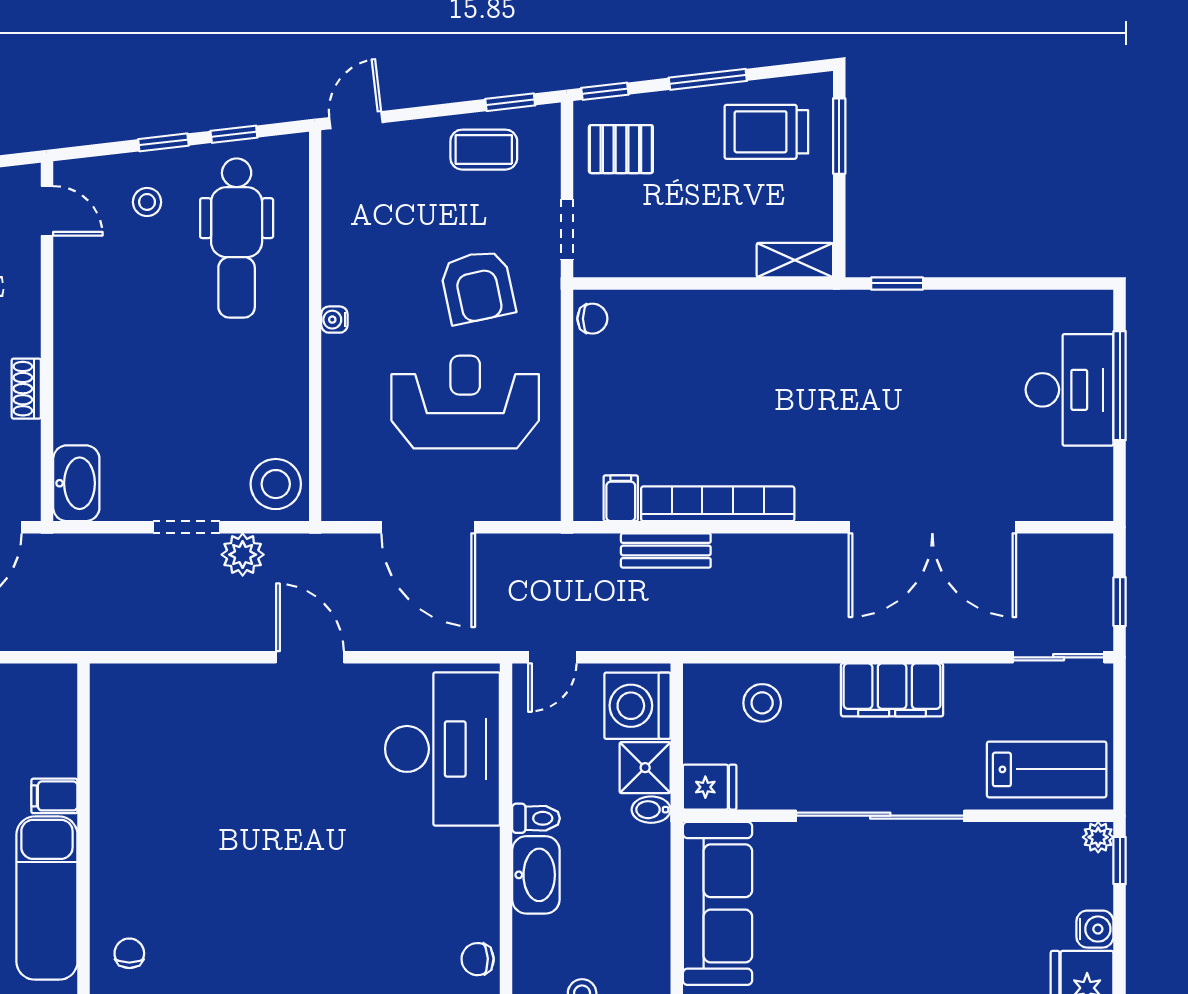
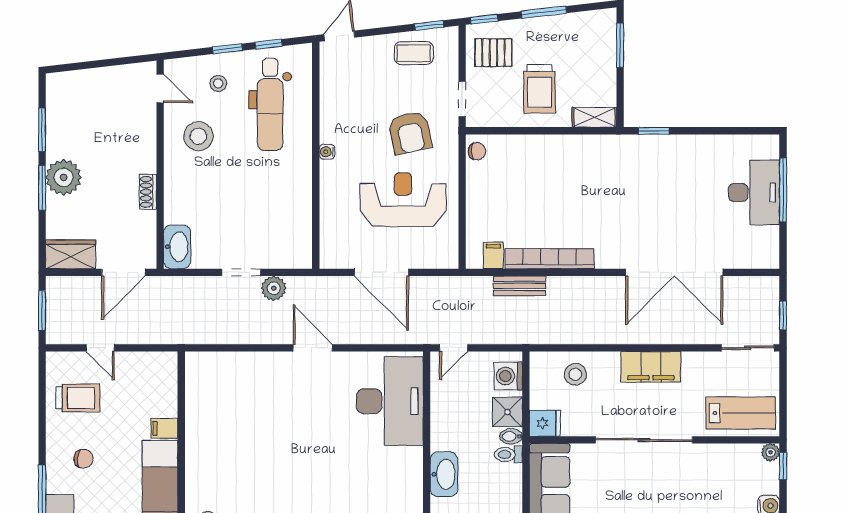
trolley: (766, 132) -> (540, 89), moved, turned -90
stool: (276, 484) -> (198, 136), moved
washing machine: (637, 706) -> (508, 376), width x0.73, depth x0.73
toilet: (536, 818) -> (508, 454), moved, turned 180

